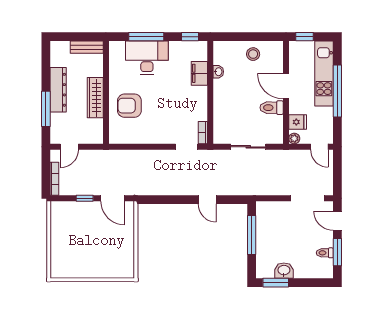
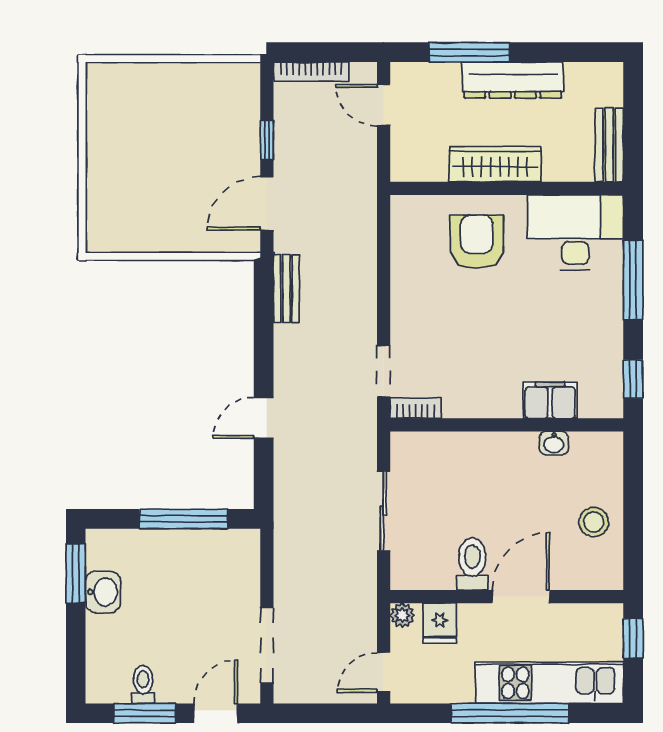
desk: (147, 58) -> (575, 233), moved, turned -90
bench: (150, 190) -> (286, 289), added

